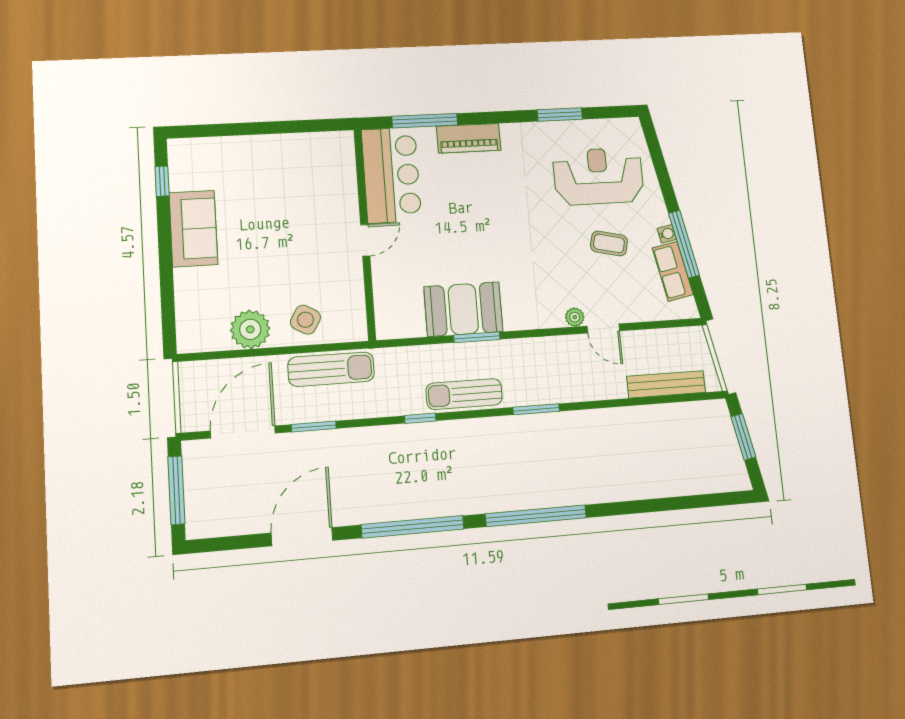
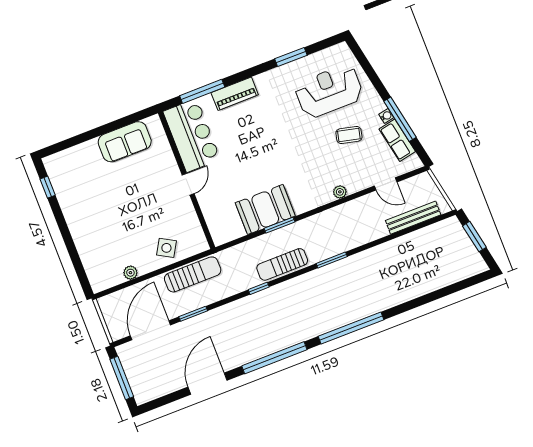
sofa: (193, 229) -> (125, 142), moved, turned 90
door: (603, 328) -> (386, 184), moved
plant: (250, 329) -> (130, 273), width x0.53, depth x0.53

